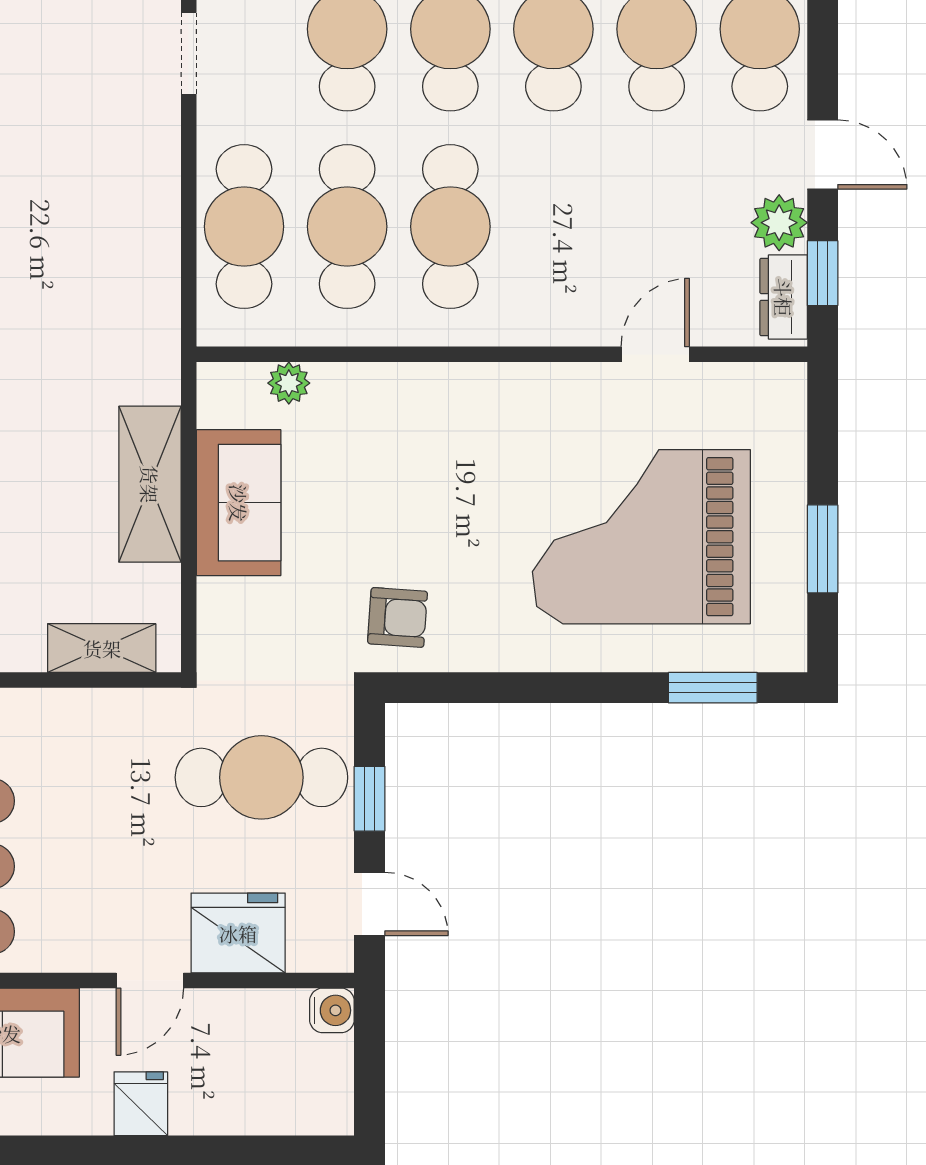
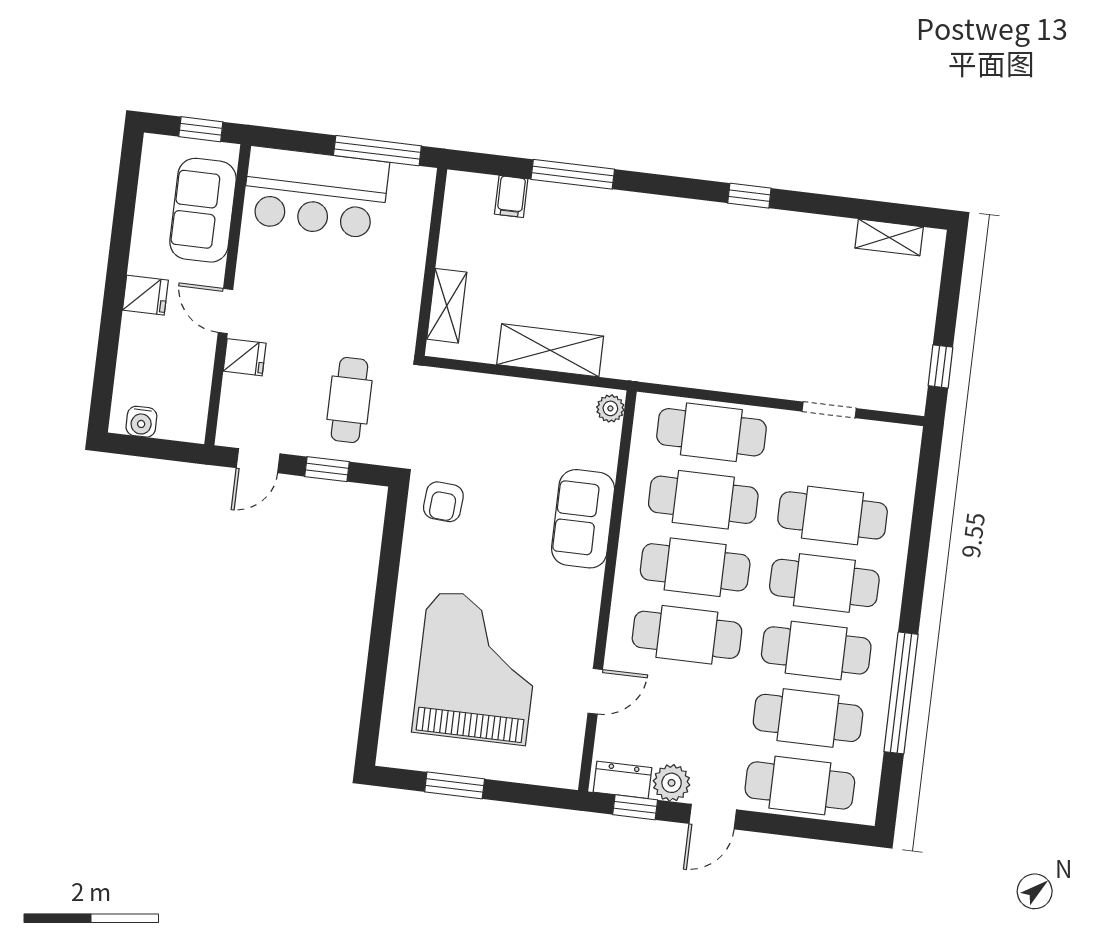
cafe table: (553, 227) -> (687, 635), added
door: (655, 354) -> (595, 691), hinge flipped
plant: (289, 383) -> (610, 408), moved
sofa: (239, 503) -> (583, 519), moved, turned 90
window: (713, 688) -> (372, 703), removed
cafe table: (261, 777) -> (349, 400), width x0.73, depth x0.74
fridge: (238, 933) -> (245, 357), width x0.53, depth x0.75
water cooler: (332, 1010) -> (141, 422), moved

